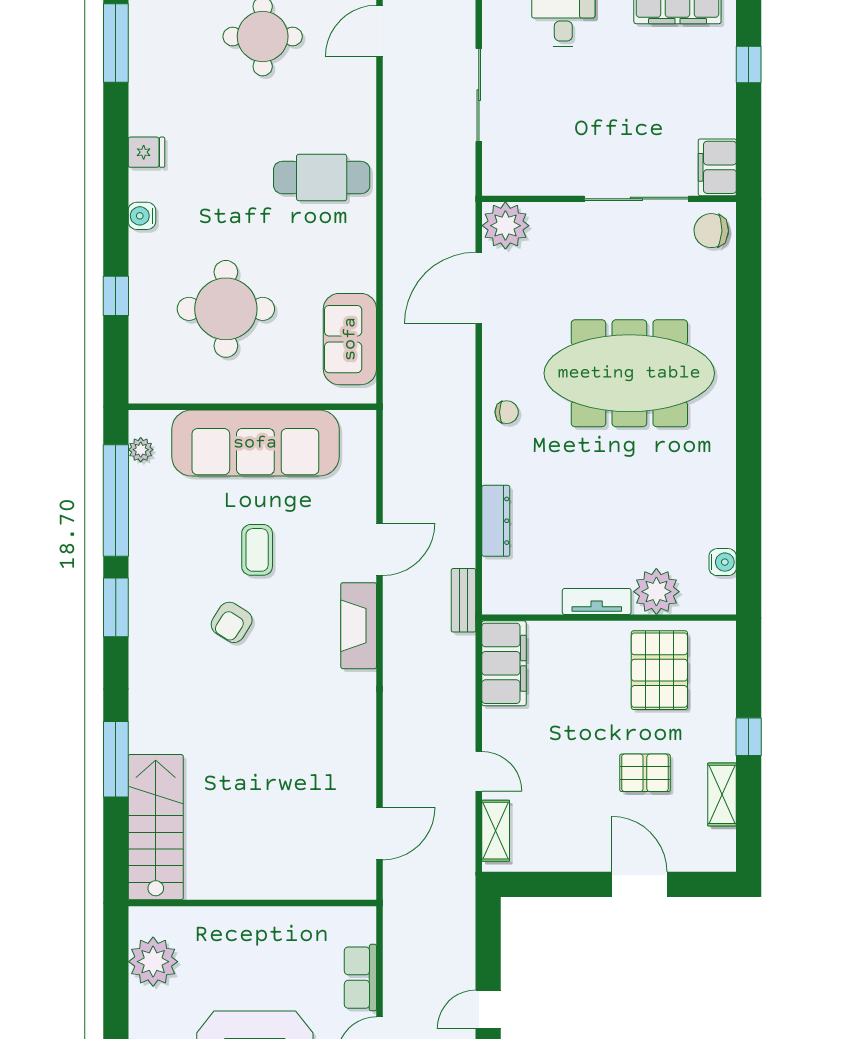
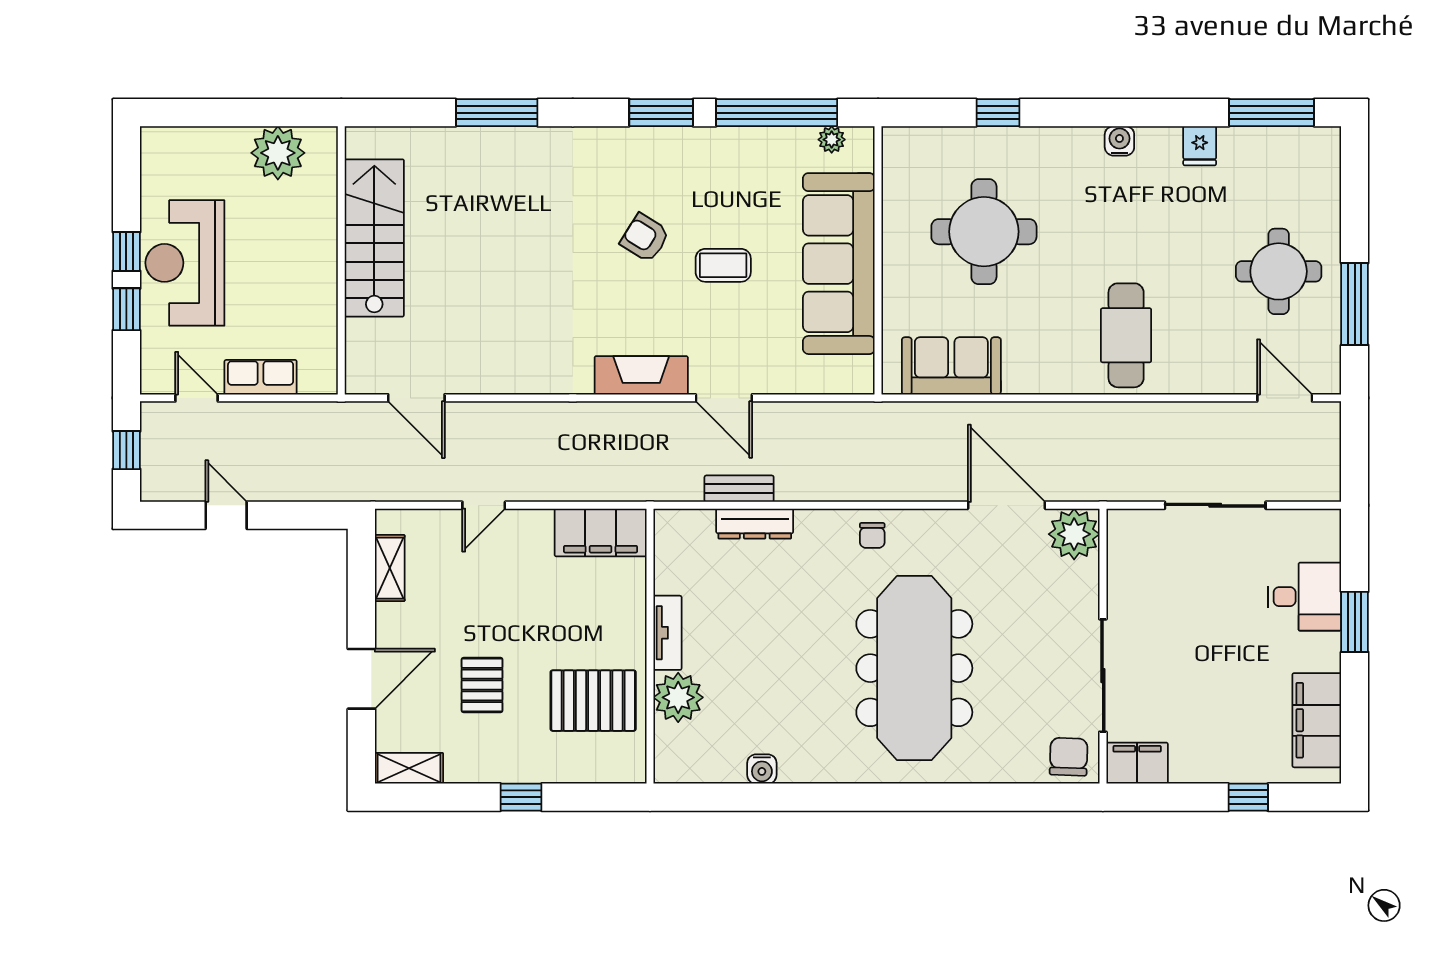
fridge: (146, 152) -> (1200, 146), moved
water cooler: (142, 216) -> (1119, 141), moved
water cooler: (723, 562) -> (762, 769), moved
bench: (463, 600) -> (739, 489), moved
shelving: (722, 794) -> (409, 768), moved
stairs: (156, 827) -> (374, 238), moved, turned -90
shelving: (496, 831) -> (390, 568), moved, turned 90

